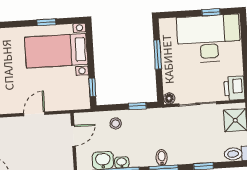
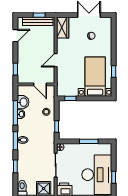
door: (34, 114) -> (56, 60), swing flipped

